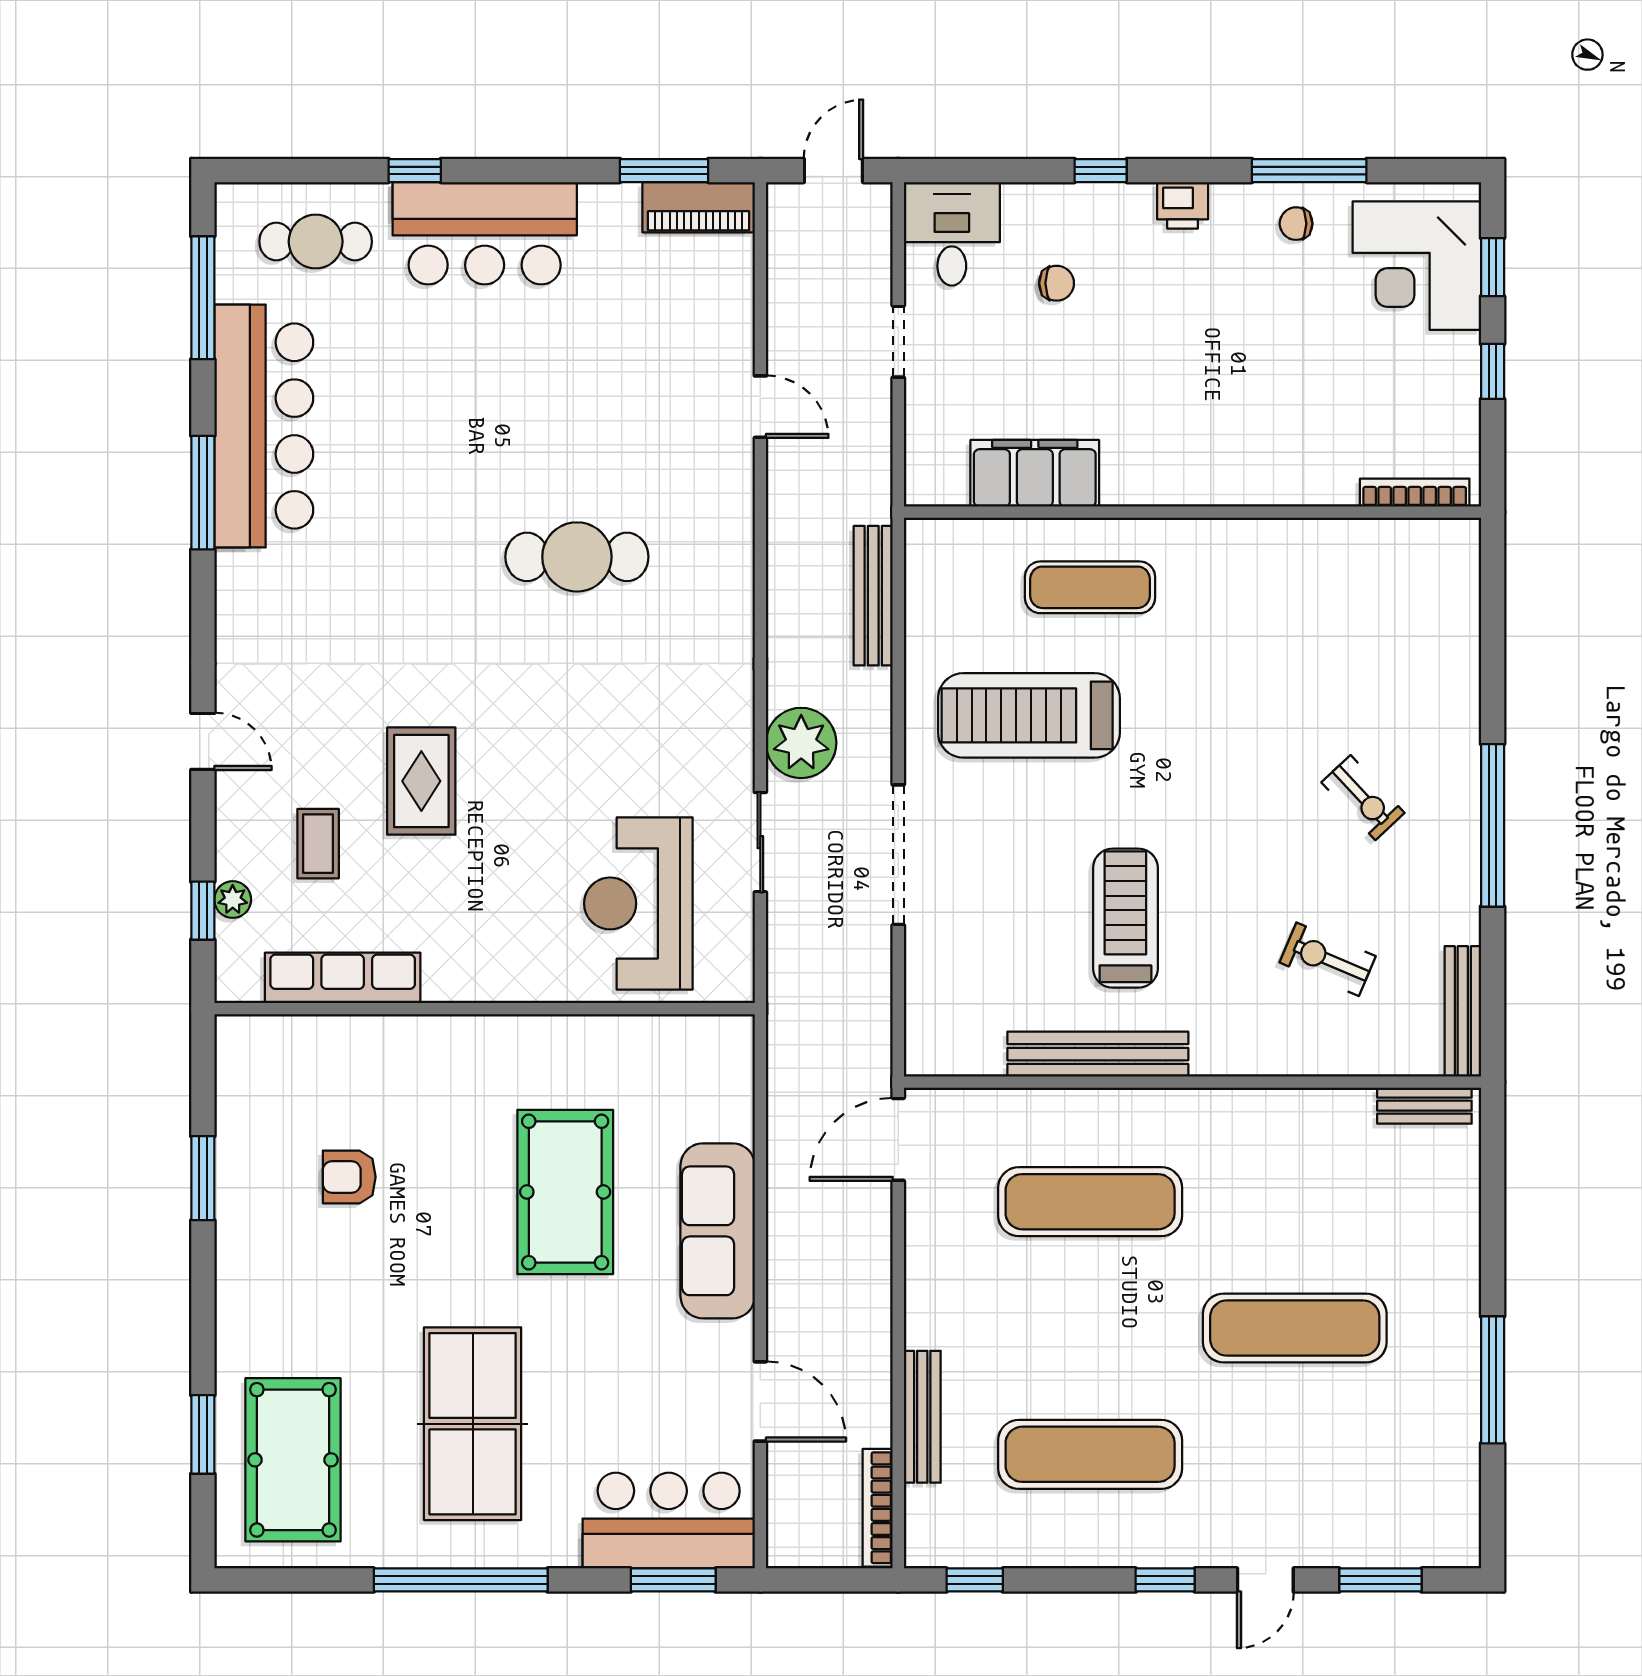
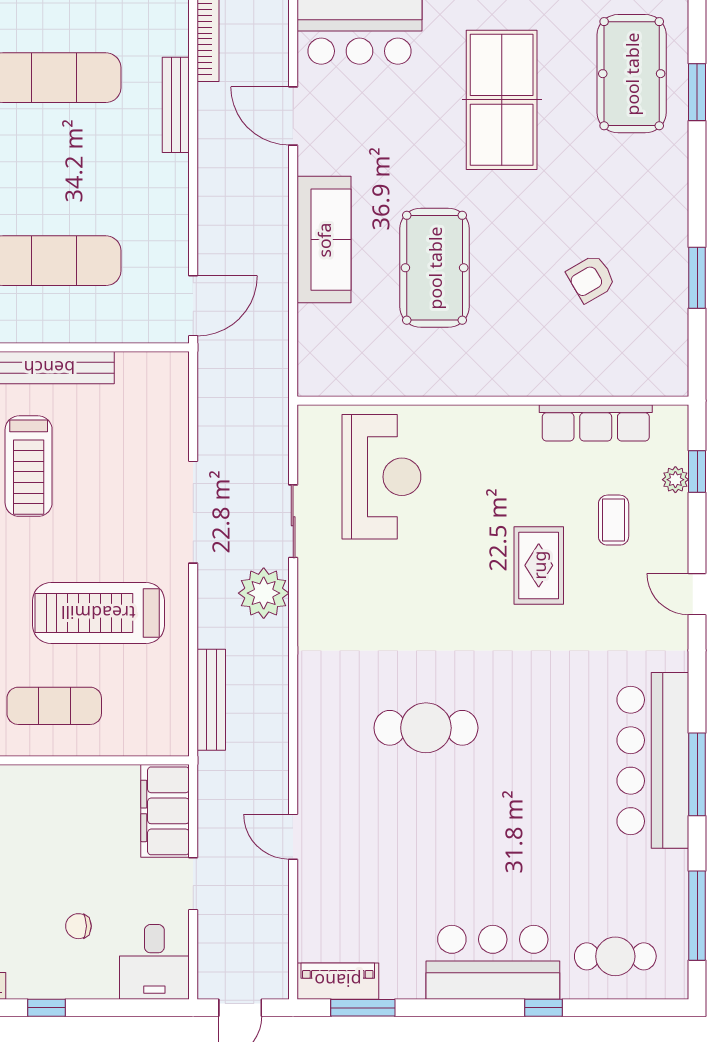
bar counter: (264, 426) -> (653, 760), moved
filing cabinet: (1035, 473) -> (165, 811), moved, turned 90
treadmill: (1029, 715) -> (98, 613), turned 180
armchair: (349, 1177) -> (591, 279), turned 150

